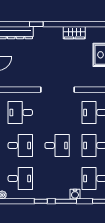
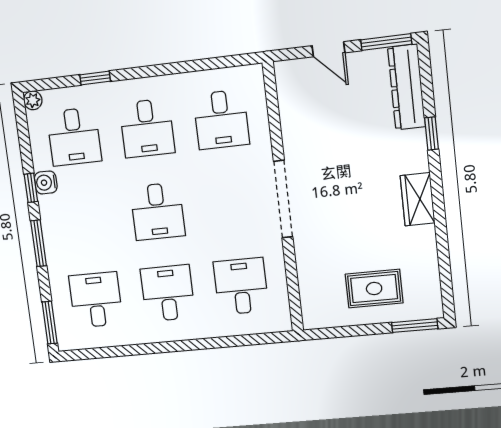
wardrobe: (74, 33) -> (418, 199), moved
desk: (20, 112) -> (221, 120), turned 180
water cooler: (75, 194) -> (46, 182), moved

